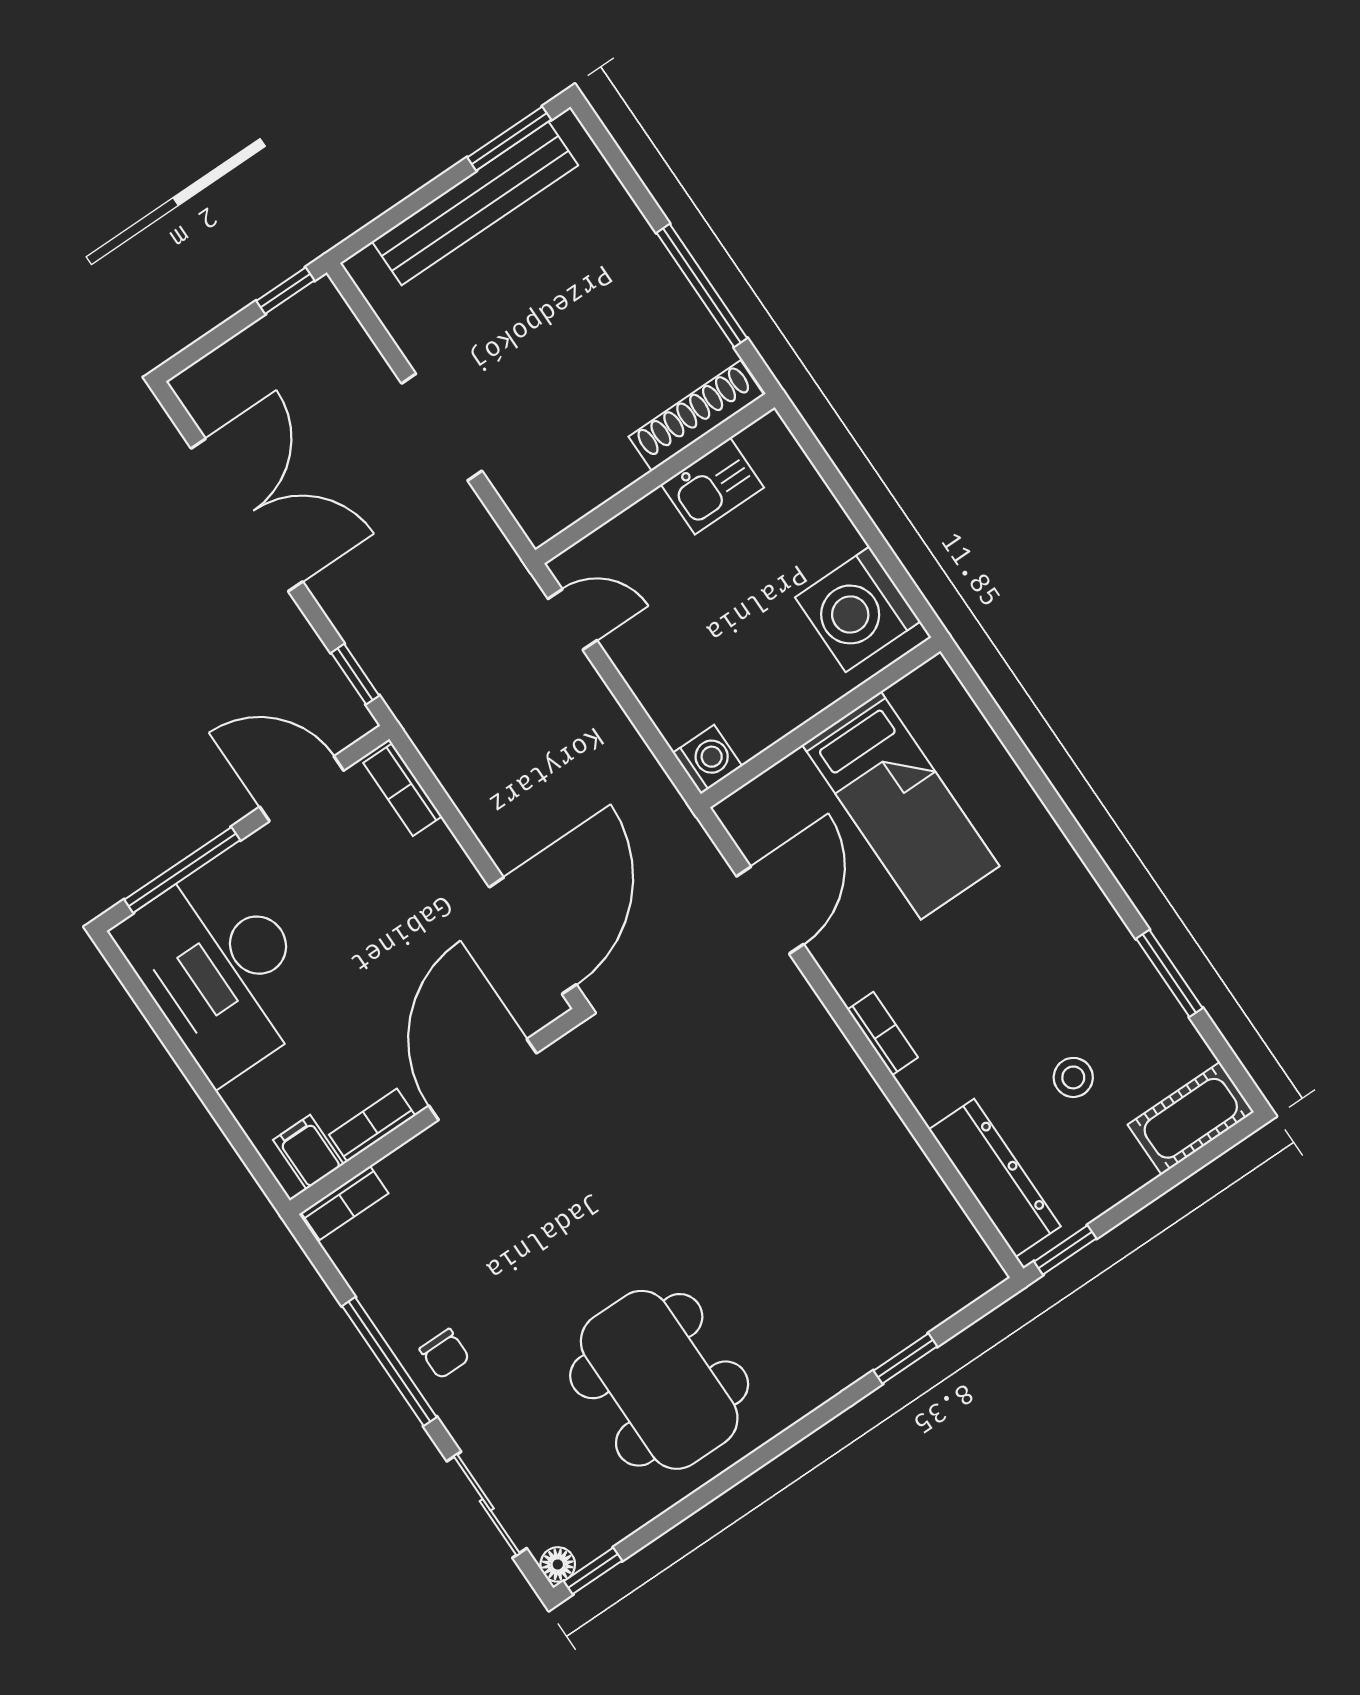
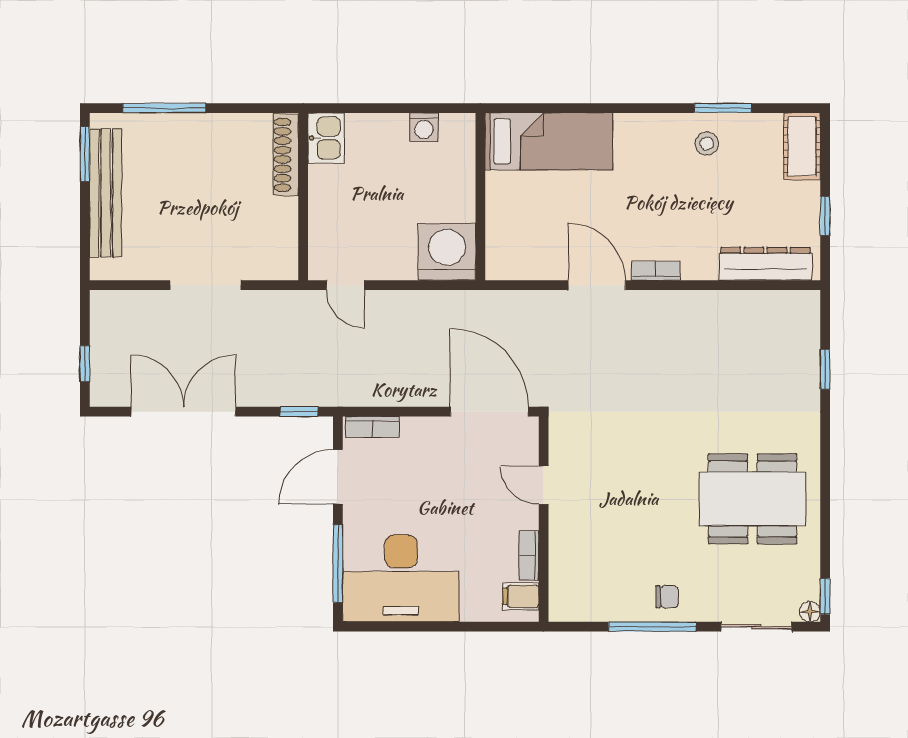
window: (702, 285) -> (164, 108), moved
window: (285, 291) -> (85, 364), moved
kitchen sink: (712, 486) -> (326, 138), moved
washing machine: (858, 609) -> (424, 127), width x0.53, depth x0.53
door: (573, 620) -> (345, 285), swing flipped
washing machine: (707, 759) -> (447, 252), width x1.89, depth x1.89
bed: (901, 805) -> (549, 141), moved
door: (770, 910) -> (597, 285), moved
stool: (1073, 1077) -> (707, 144), moved
door: (483, 1079) -> (544, 485), width x0.53
bookcase: (345, 1203) -> (558, 595), removed
window: (1065, 1250) -> (825, 216), moved

